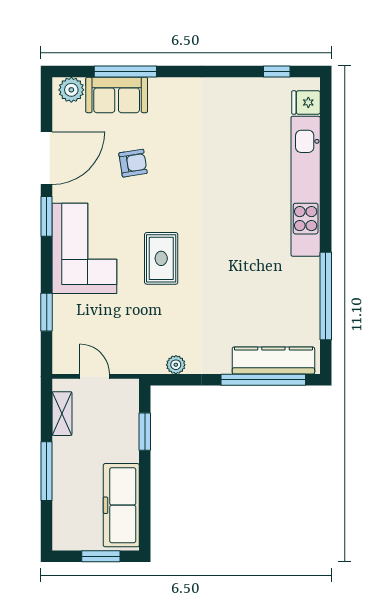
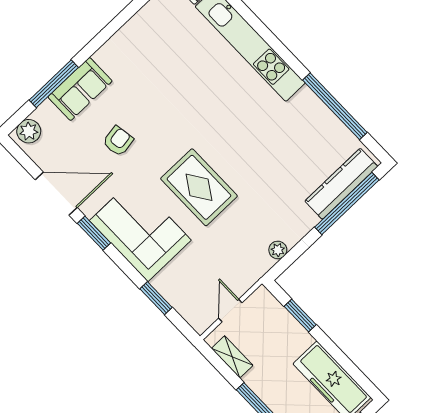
sofa: (117, 95) -> (80, 89), moved
door: (47, 158) -> (56, 194), hinge flipped
rug: (161, 258) -> (199, 187), width x1.36, depth x1.43
door: (95, 376) -> (230, 310), hinge flipped

